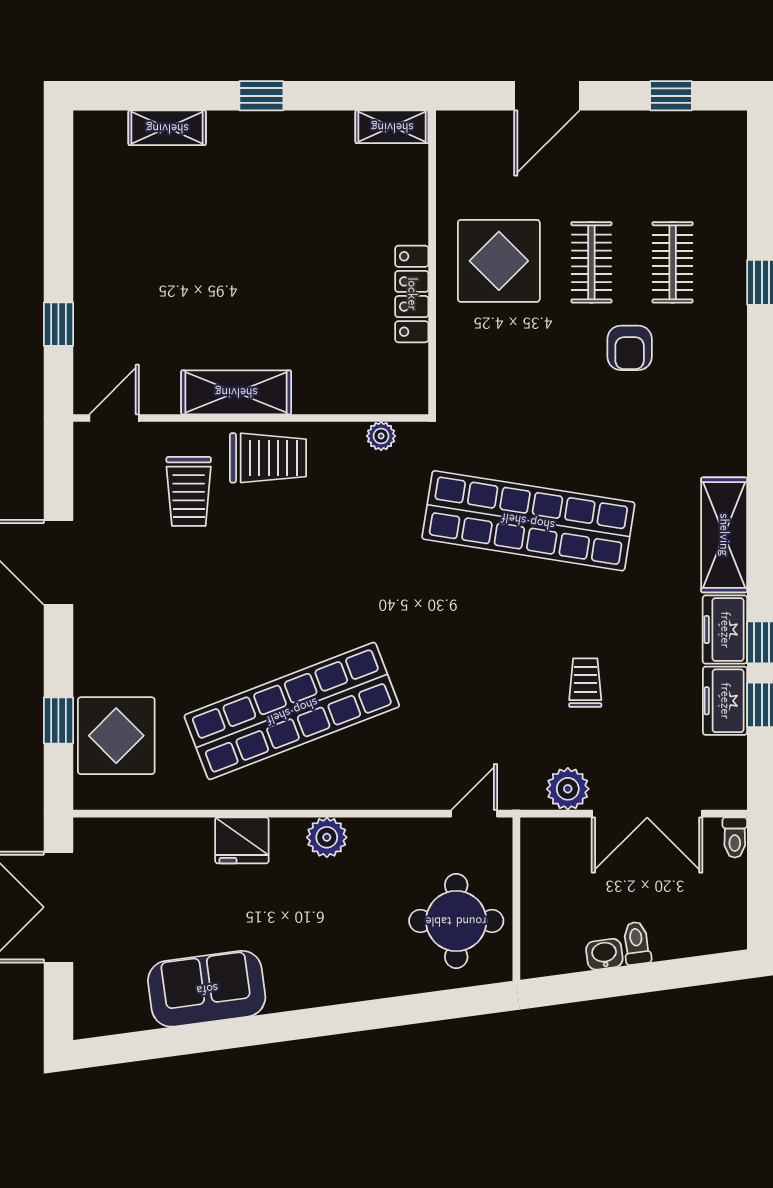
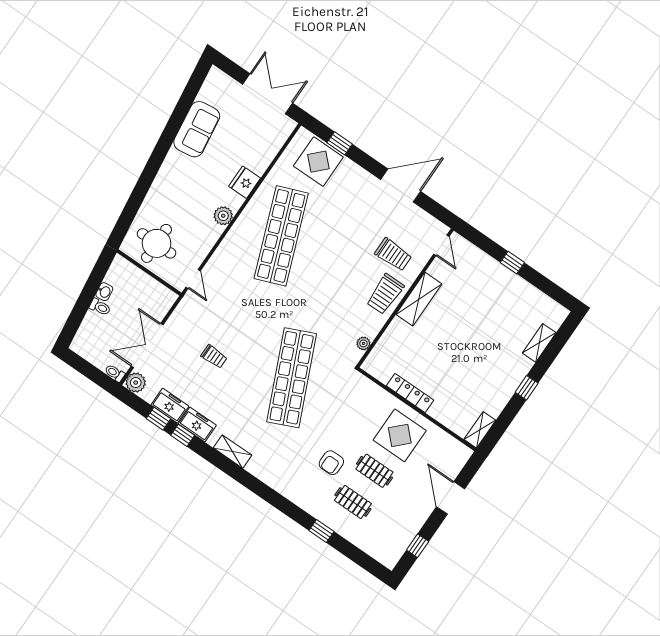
window: (58, 324) -> (512, 263), moved
armchair: (630, 348) -> (331, 463), turned -90
trolley: (189, 491) -> (393, 255), turned 180
shop shelf: (528, 521) -> (292, 378), turned -33
shelving: (724, 535) -> (233, 452), width x0.67, depth x0.75
plant: (568, 789) -> (136, 383), moved

